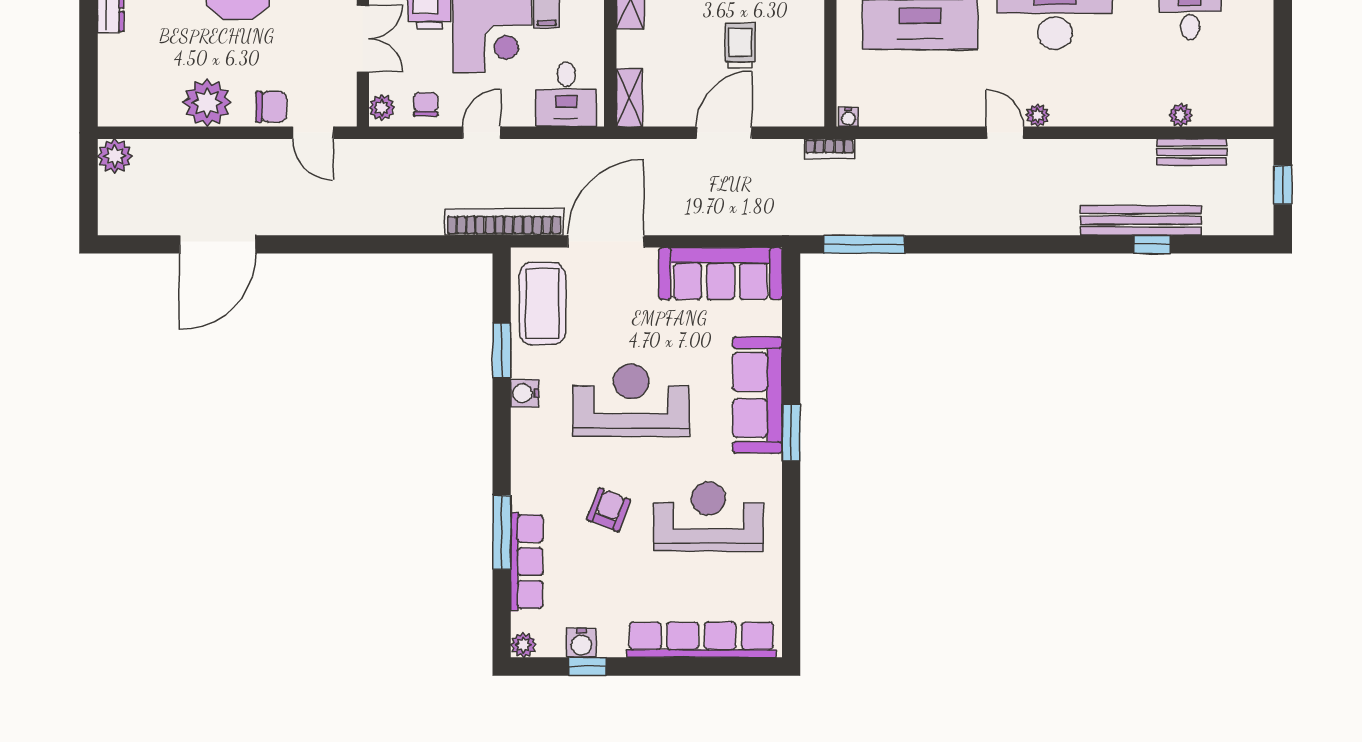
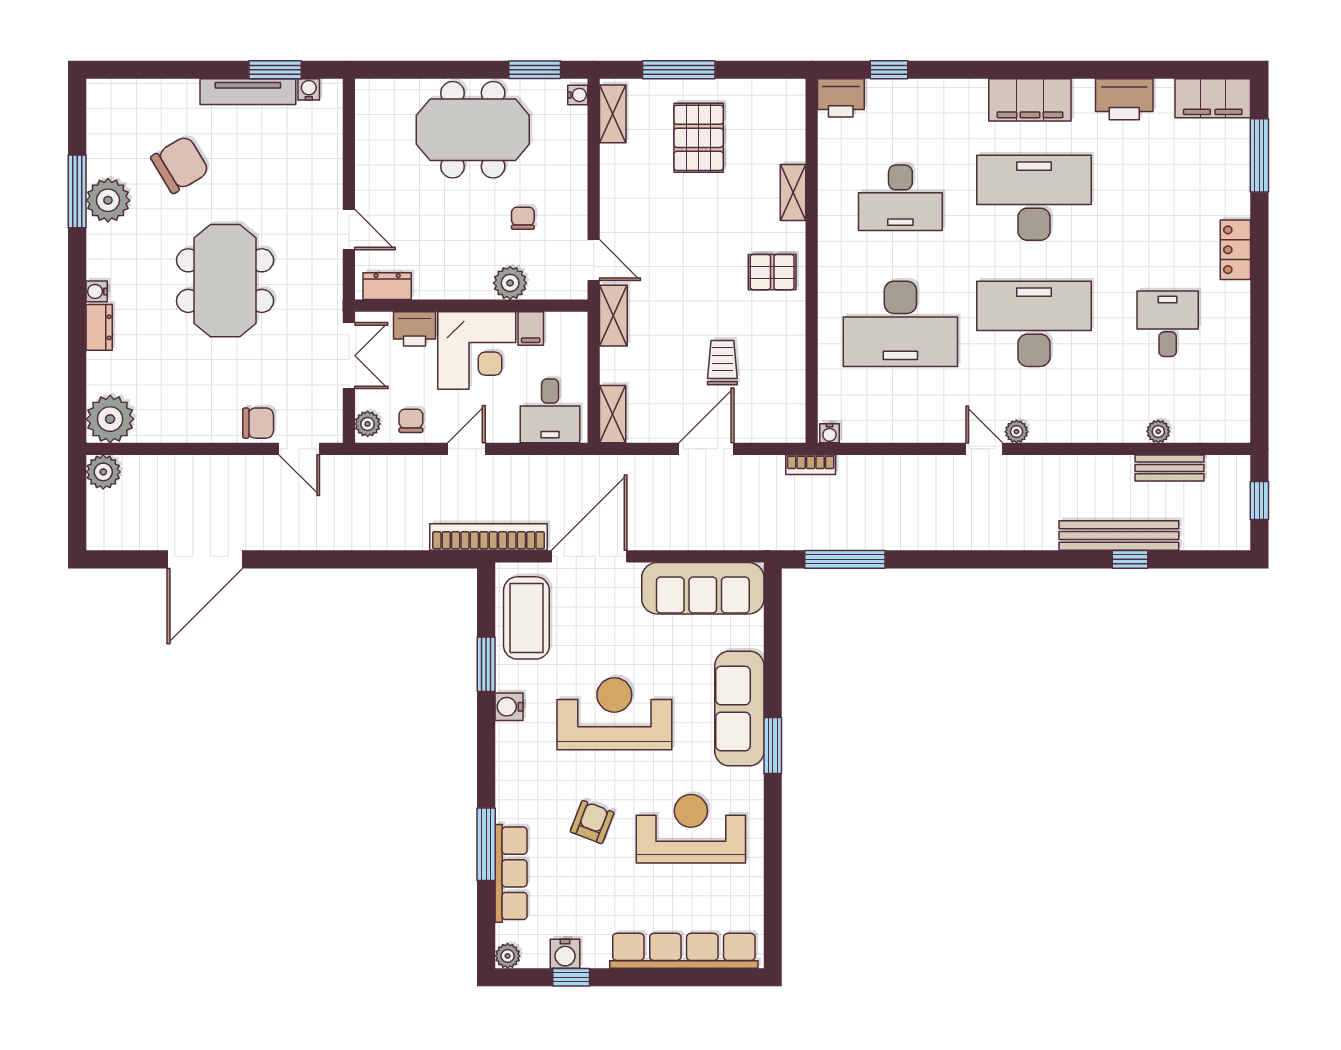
plant: (207, 103) -> (110, 419), moved

